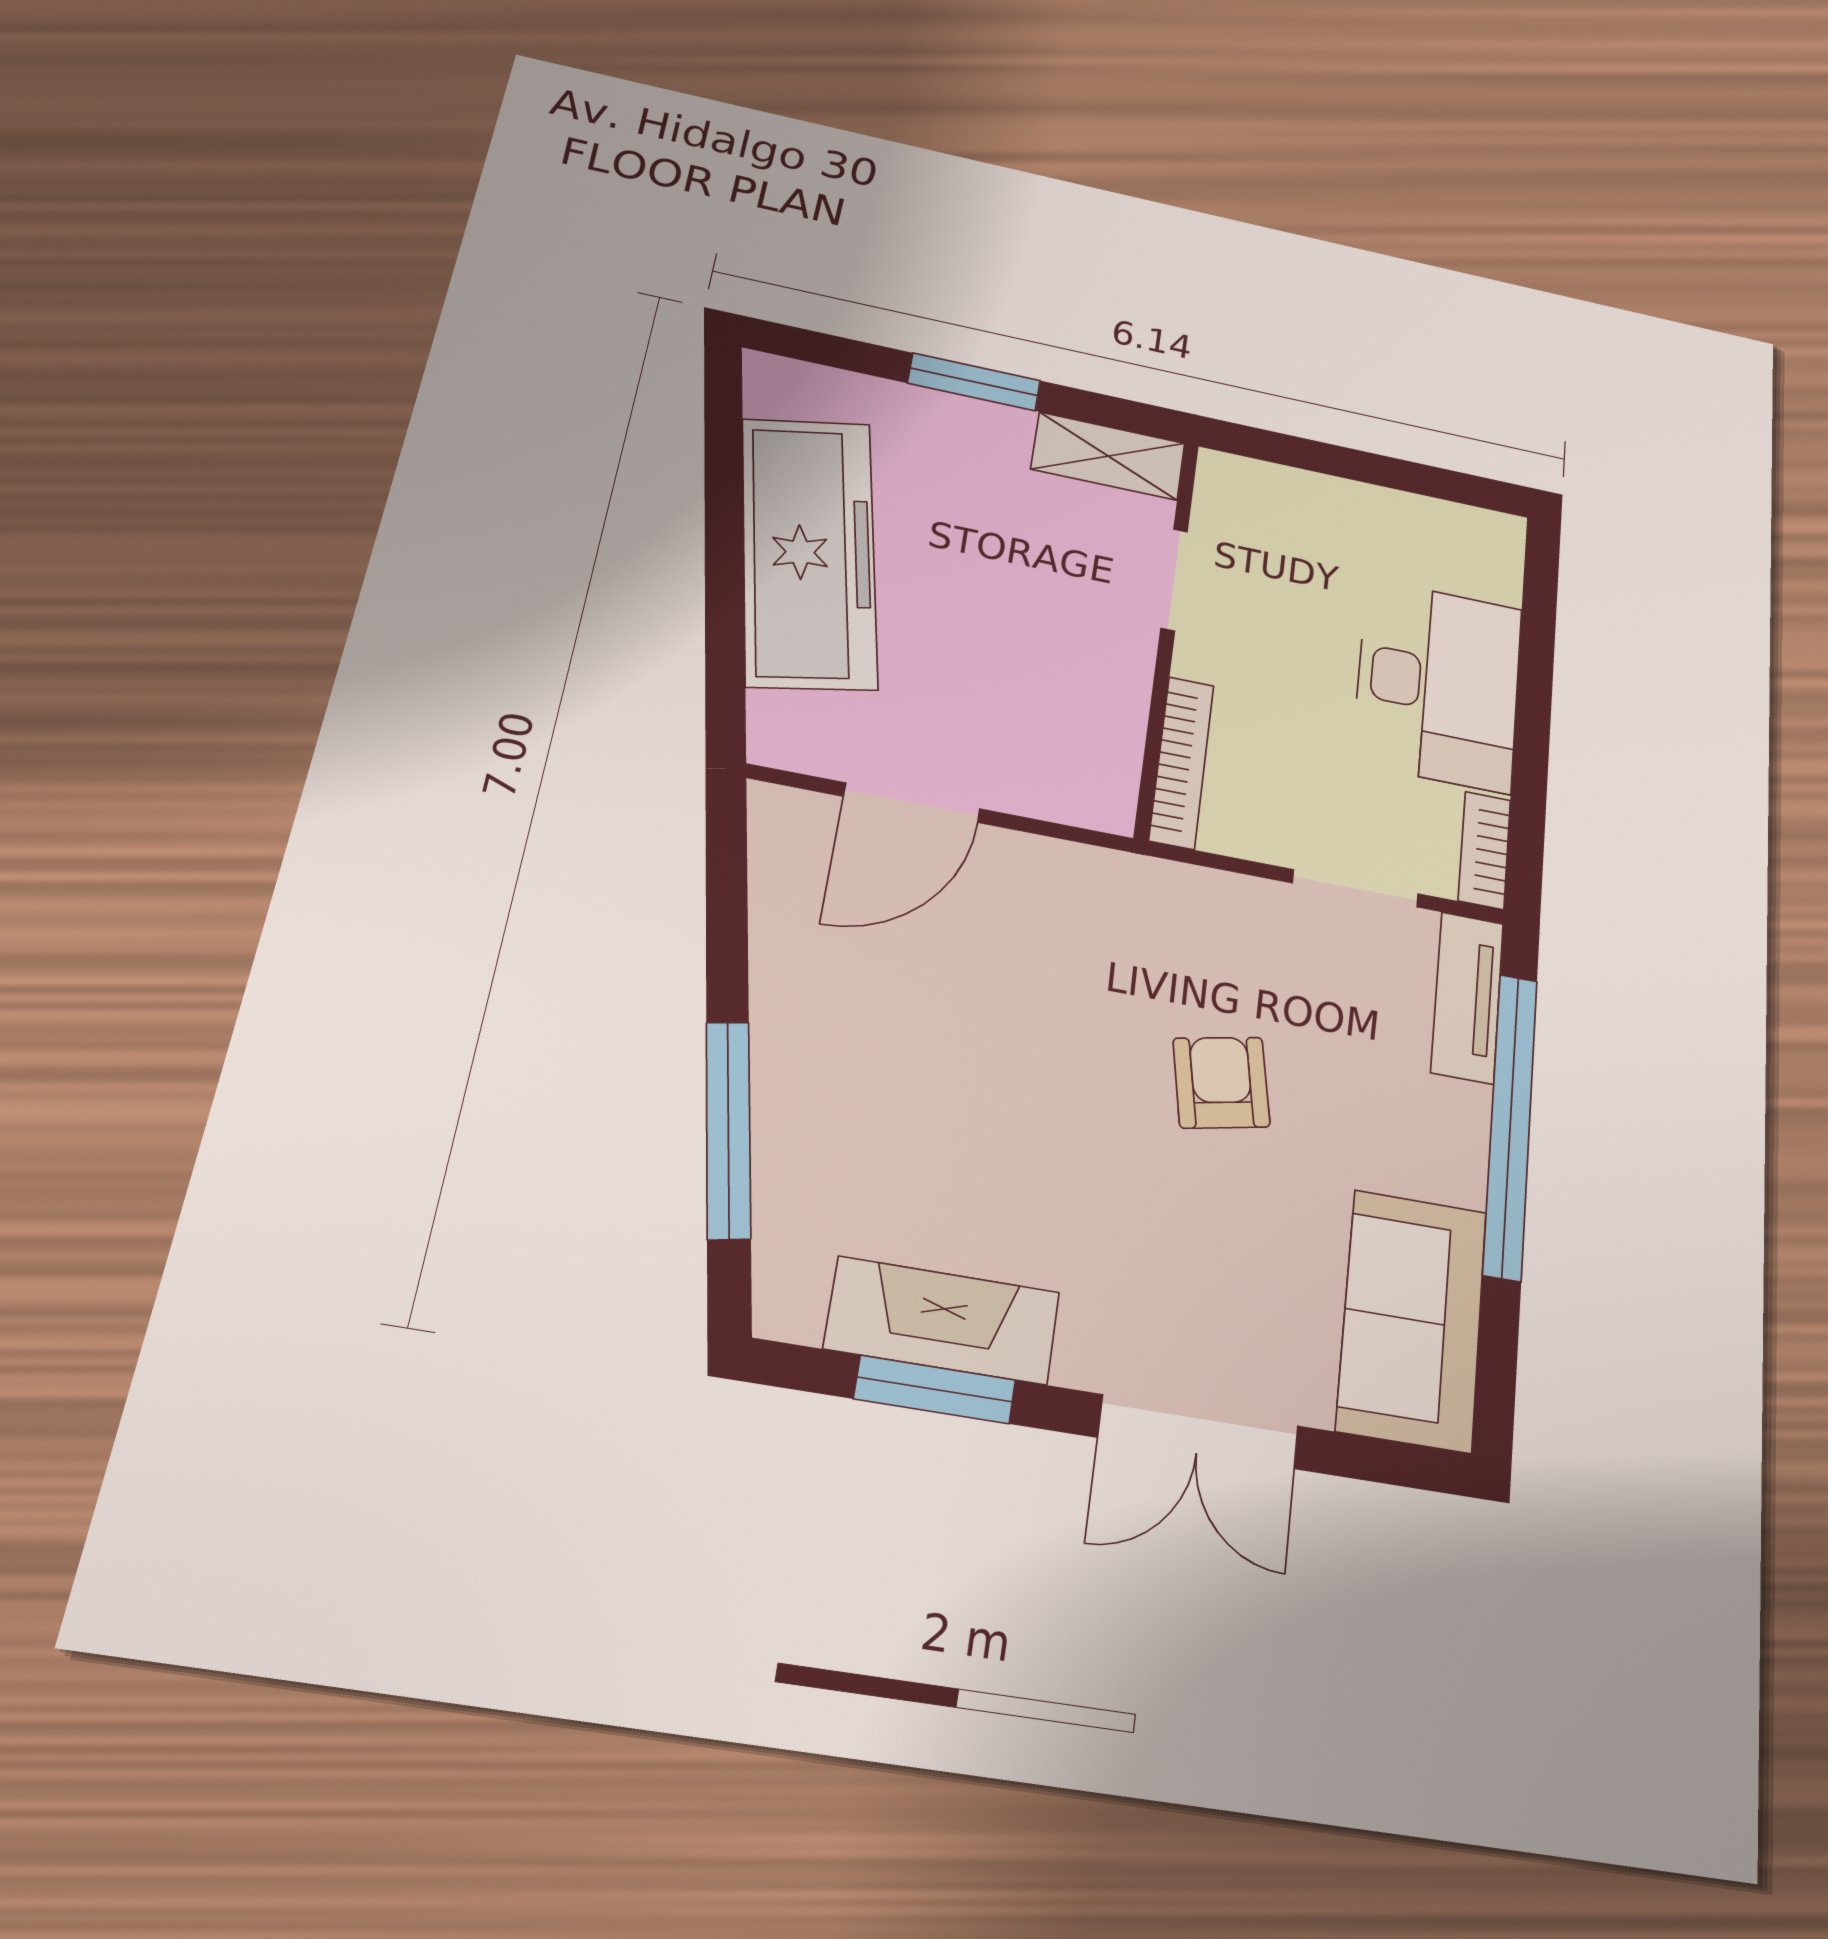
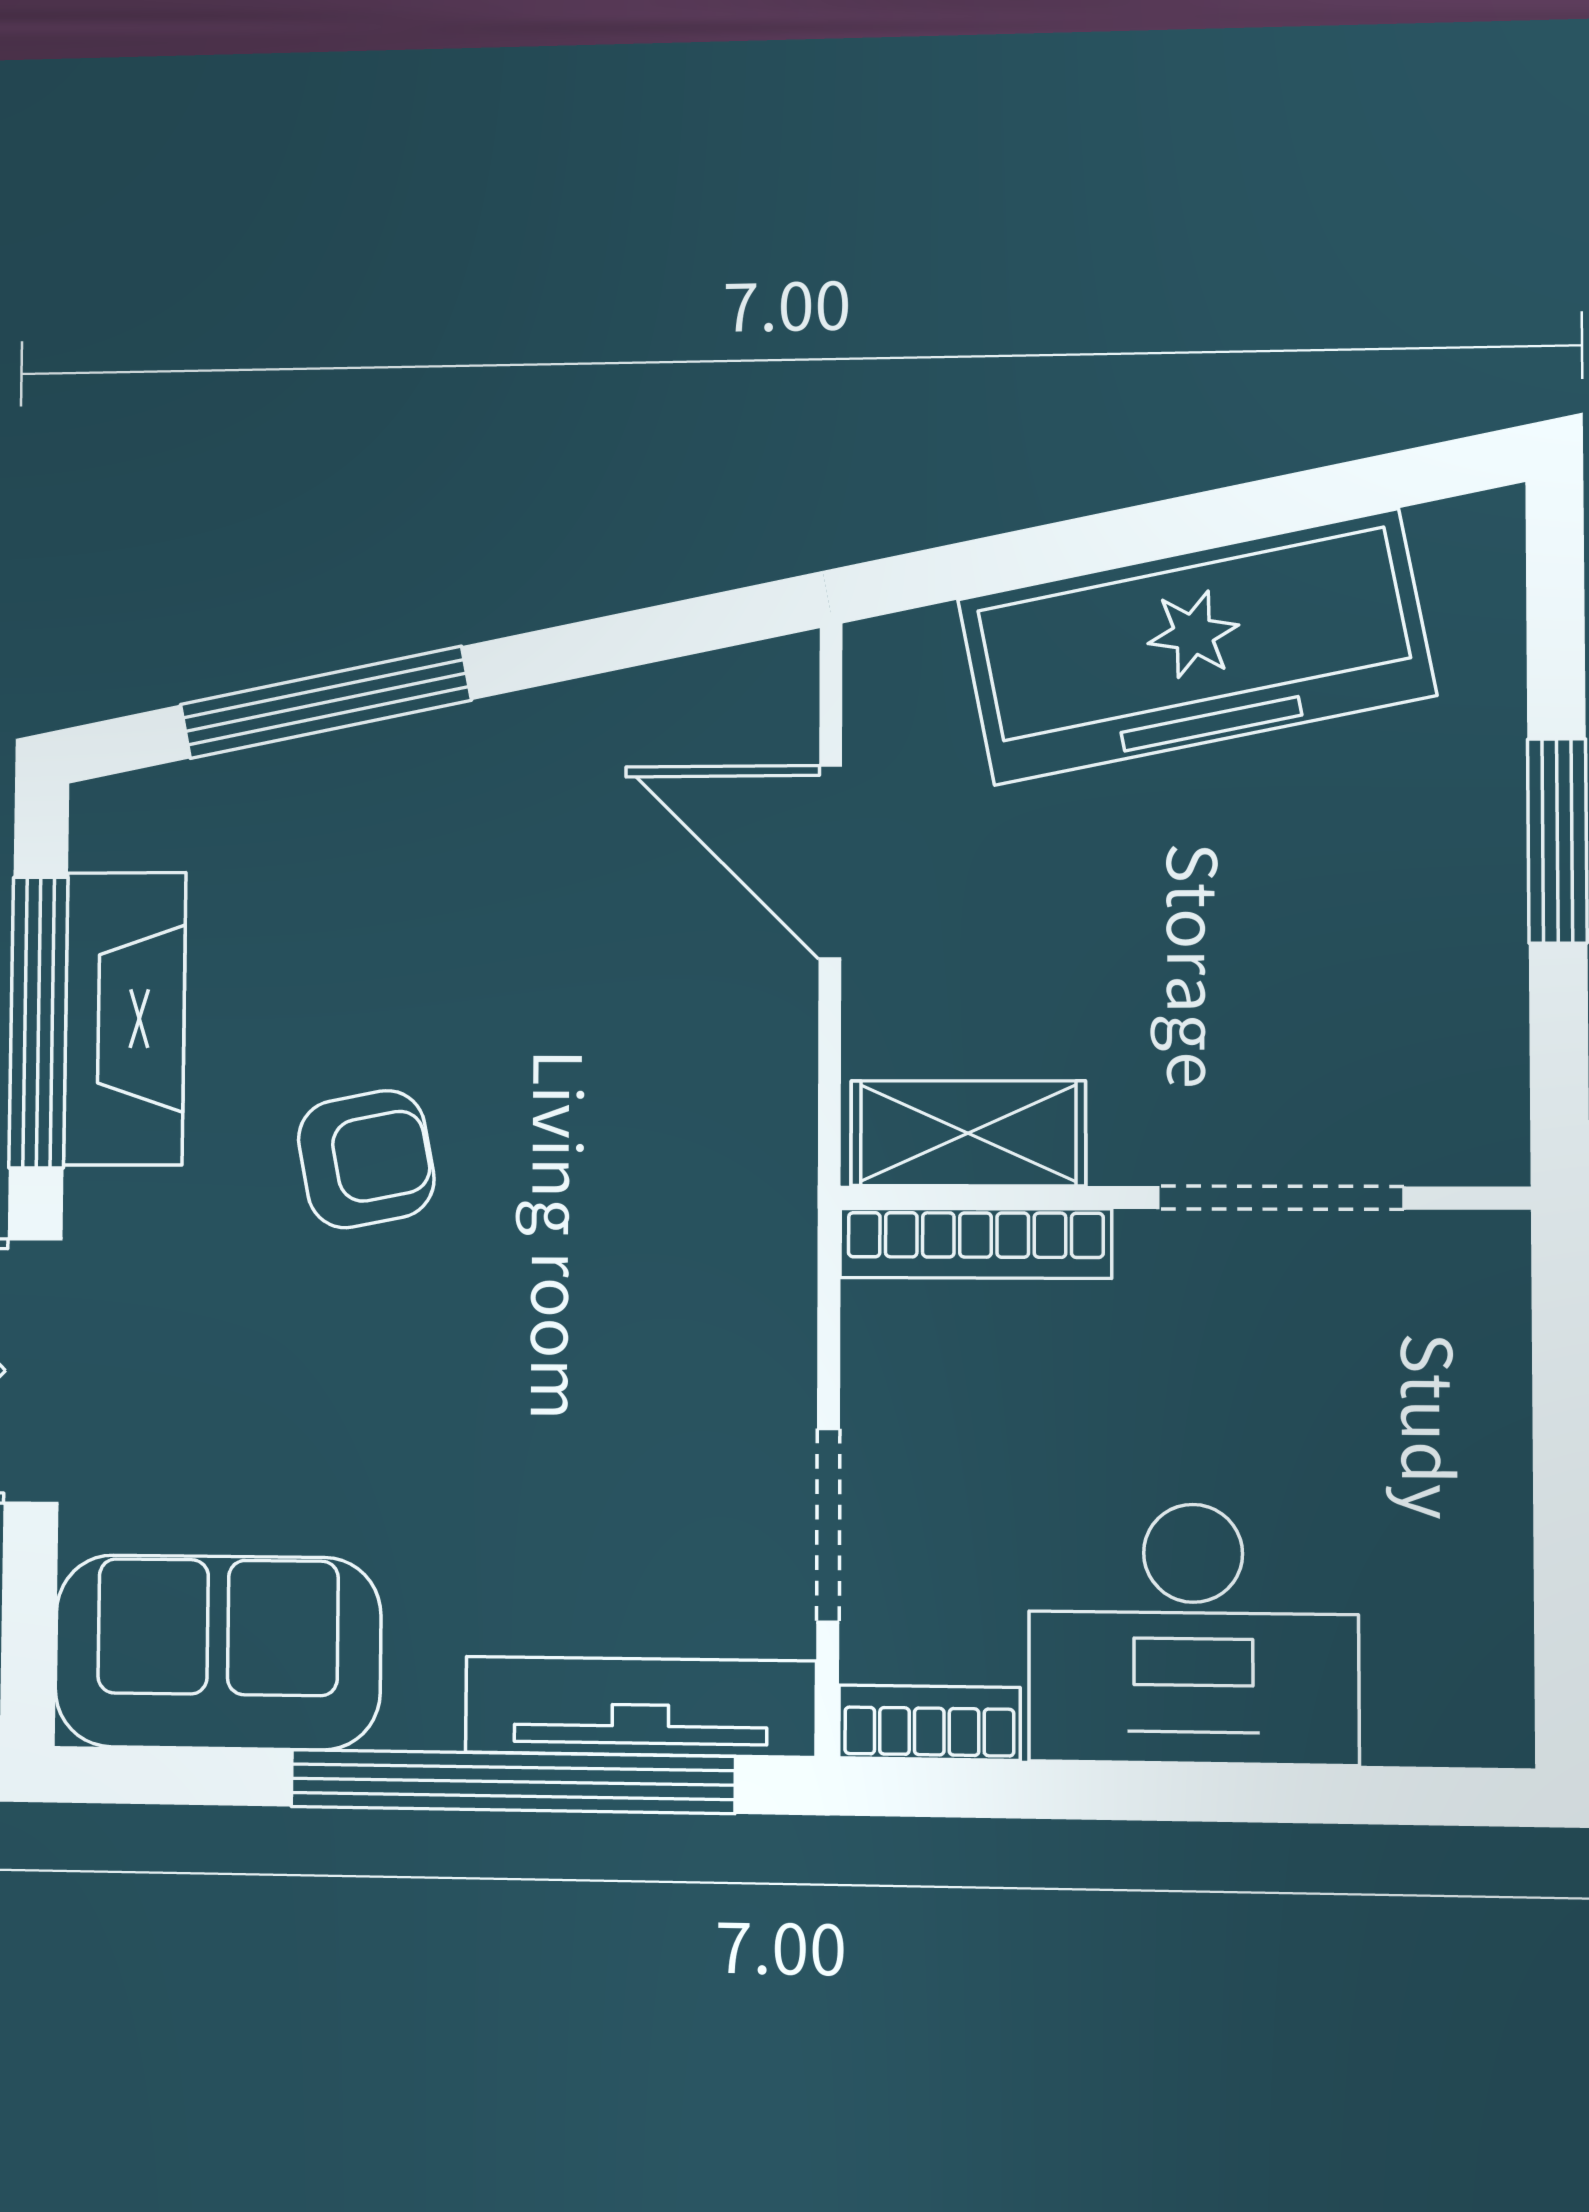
shelving: (1108, 456) -> (968, 1133), moved, turned 90
doorway: (1174, 580) -> (1280, 1198), width x1.38
tv unit: (1467, 997) -> (640, 1707), width x1.41
armchair: (1221, 1082) -> (366, 1159), moved
window: (935, 1389) -> (38, 1022), width x1.44

